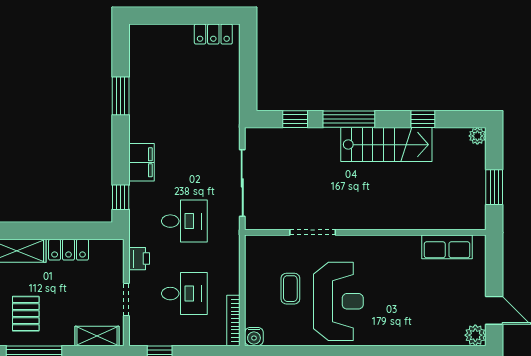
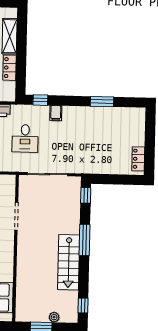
window: (295, 119) -> (86, 195), moved
window: (423, 119) -> (83, 305), moved
plant: (477, 136) -> (54, 317), moved
filing cabinet: (142, 162) -> (56, 113), width x0.50

